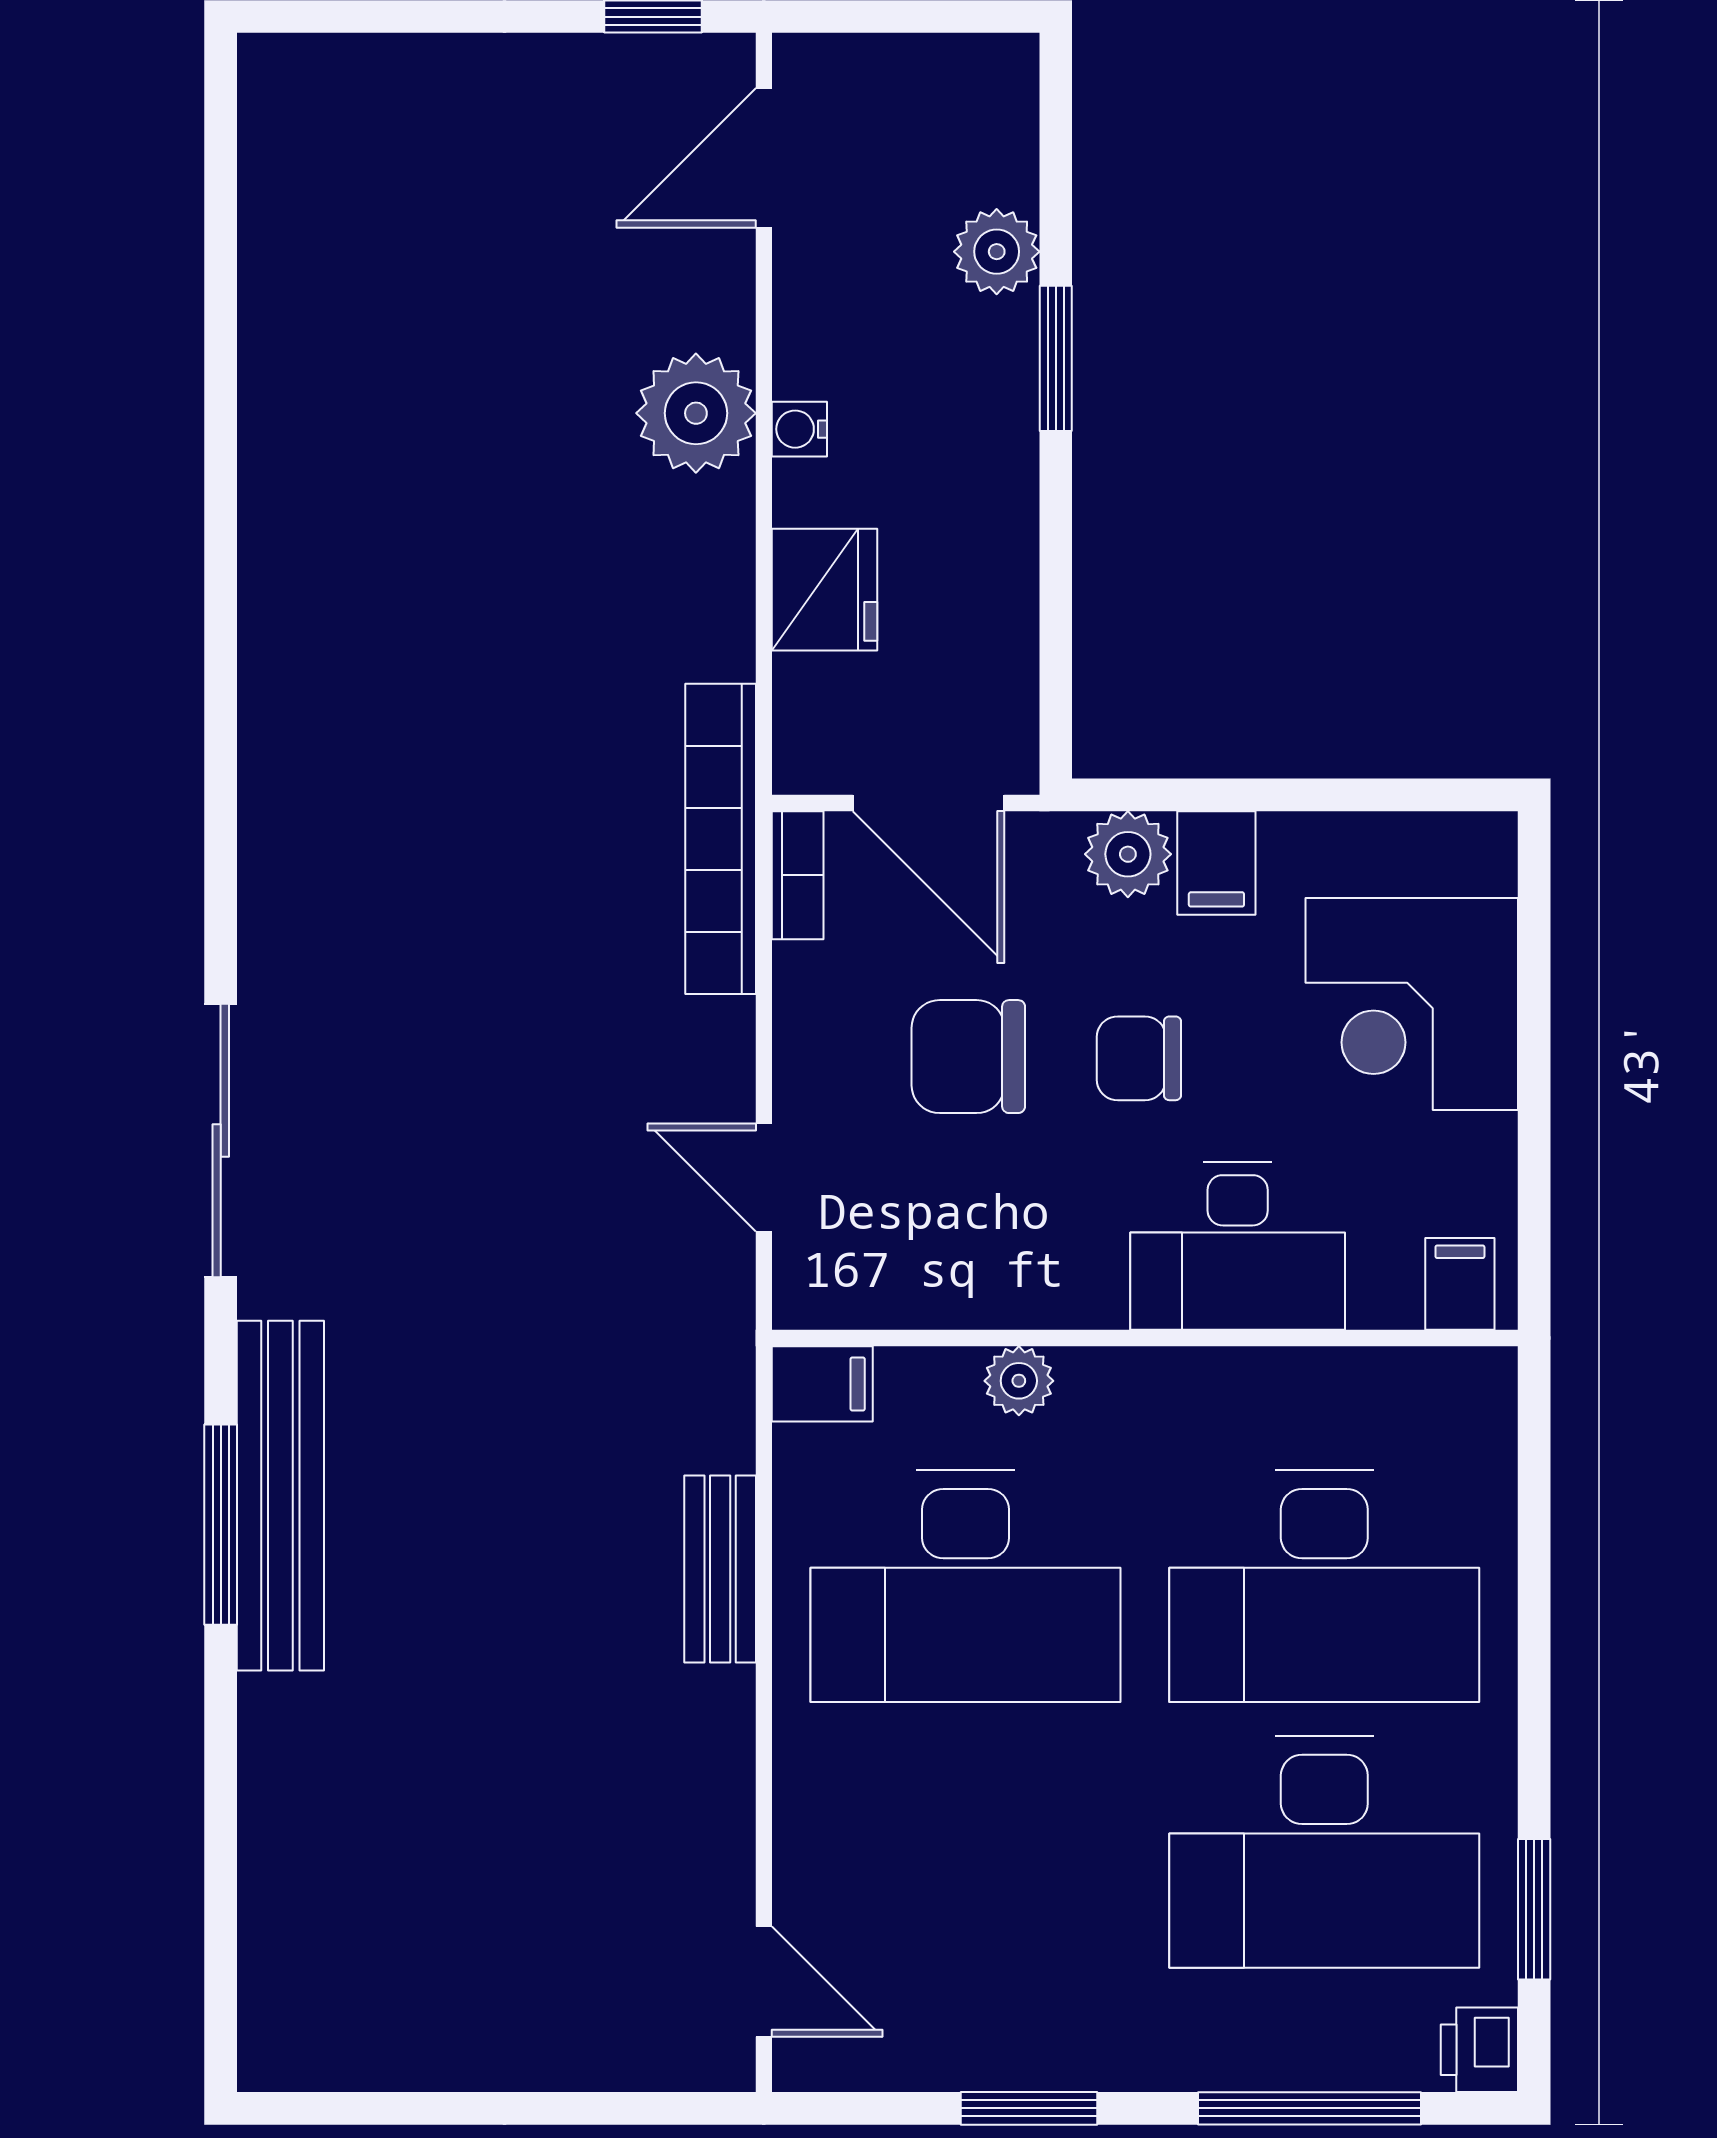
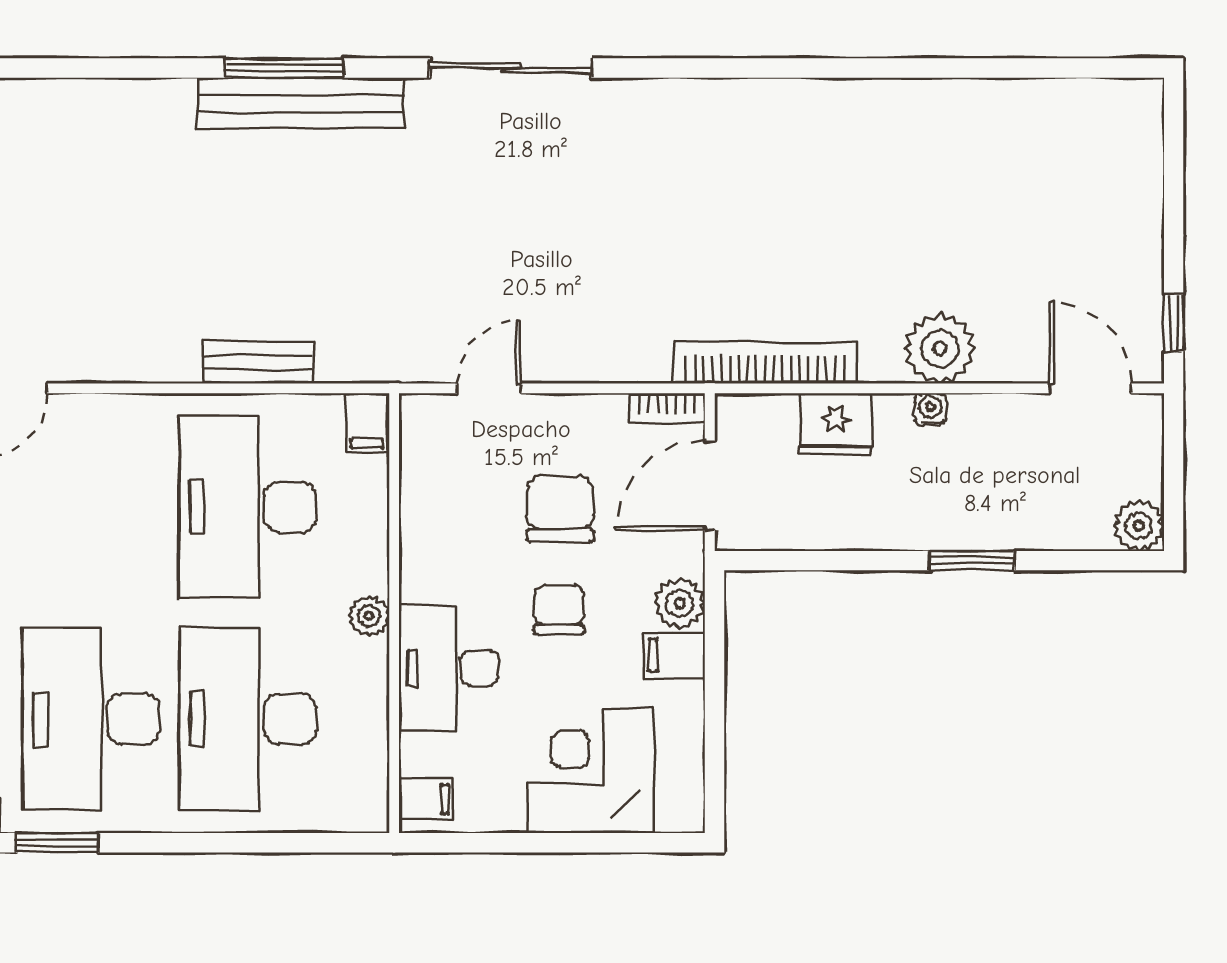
plant: (997, 252) -> (1139, 526), moved
bookcase: (721, 839) -> (765, 363), moved
plant: (1019, 1381) -> (369, 616), moved

